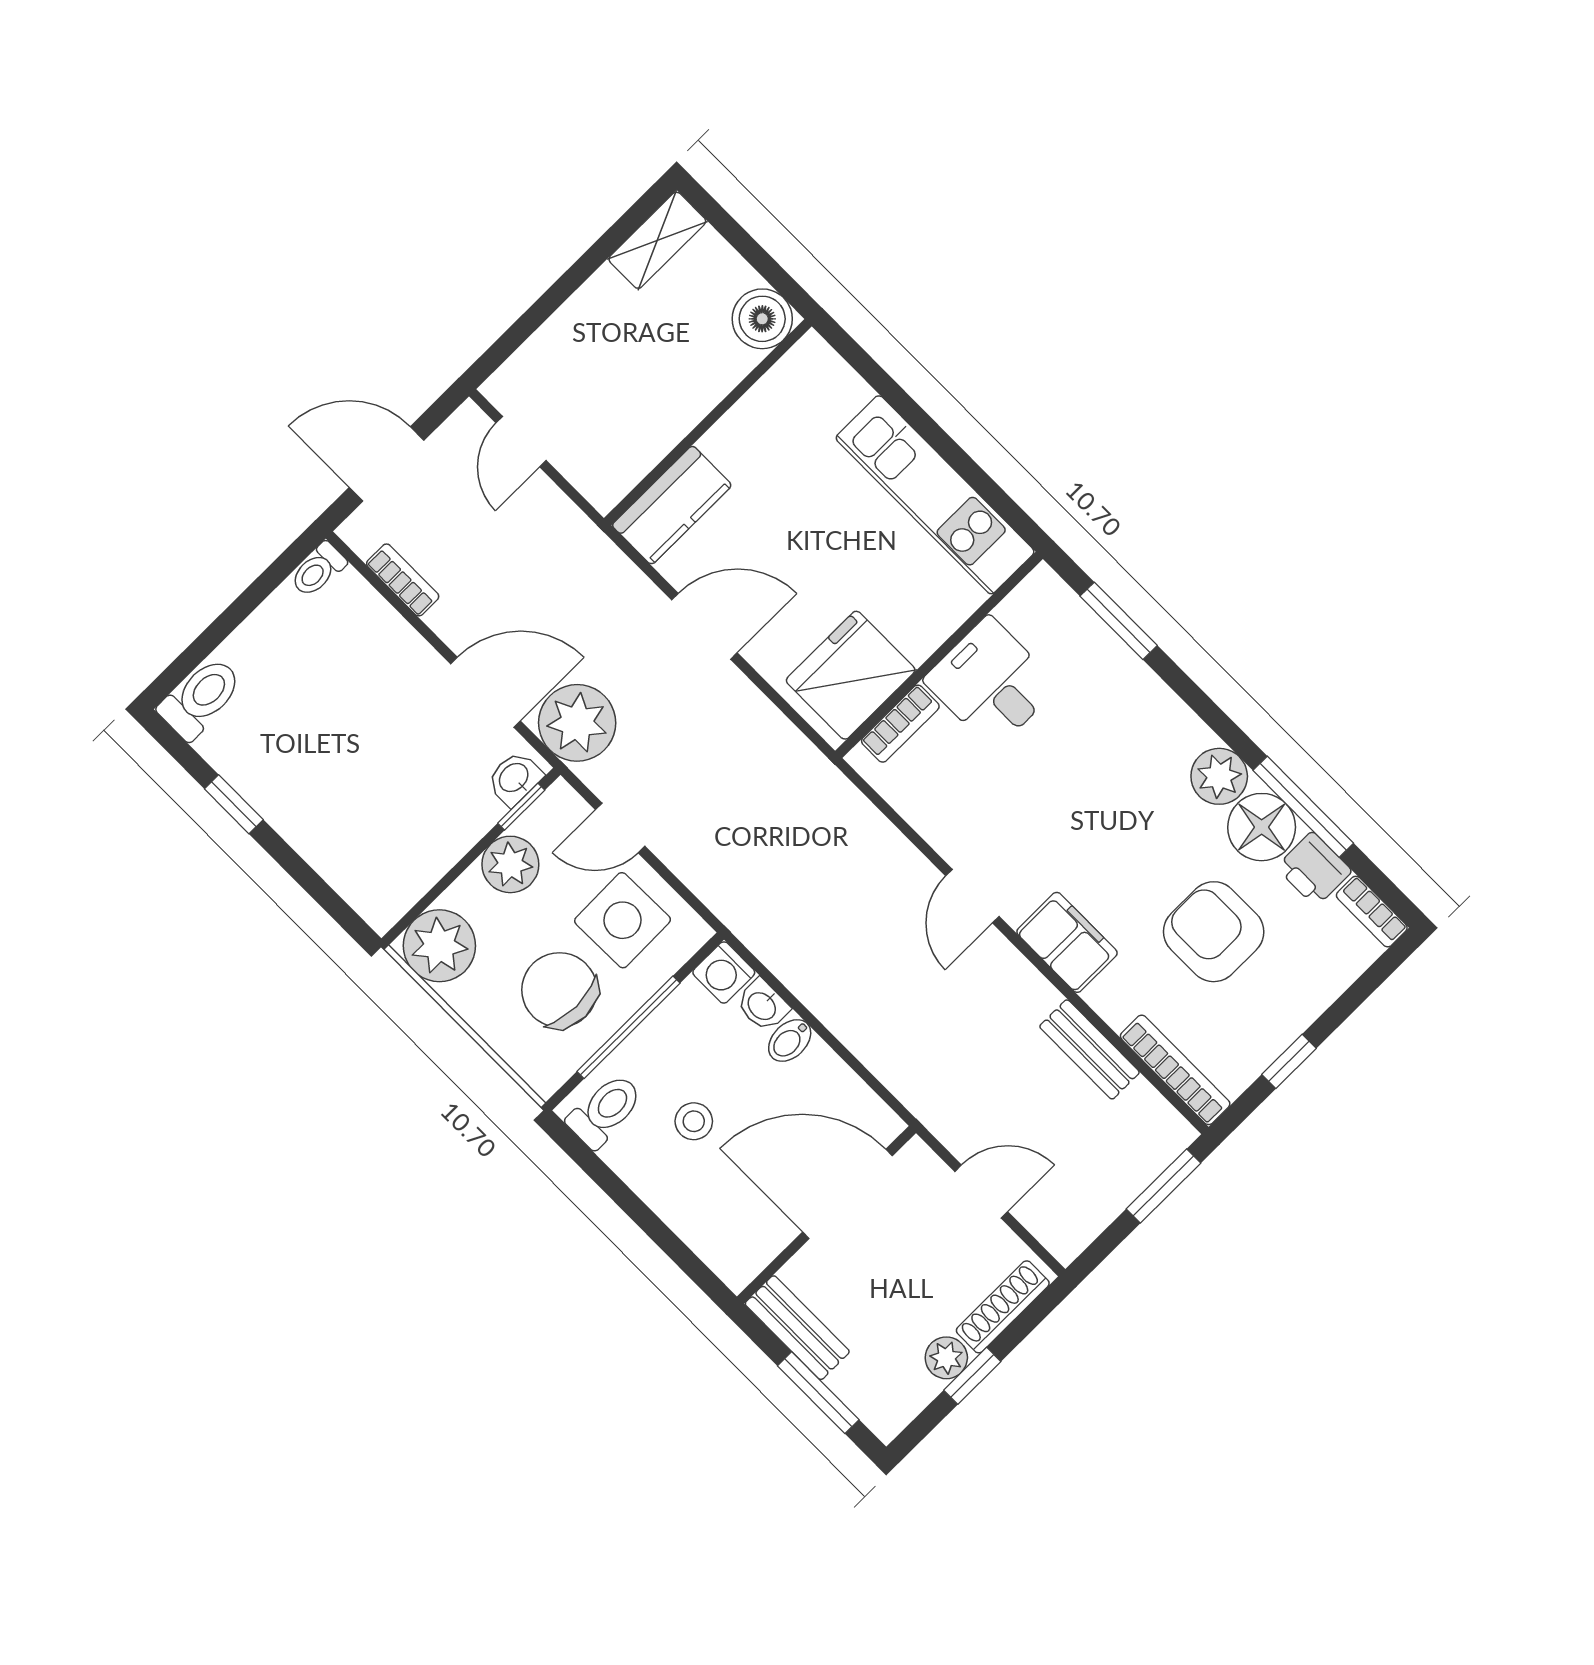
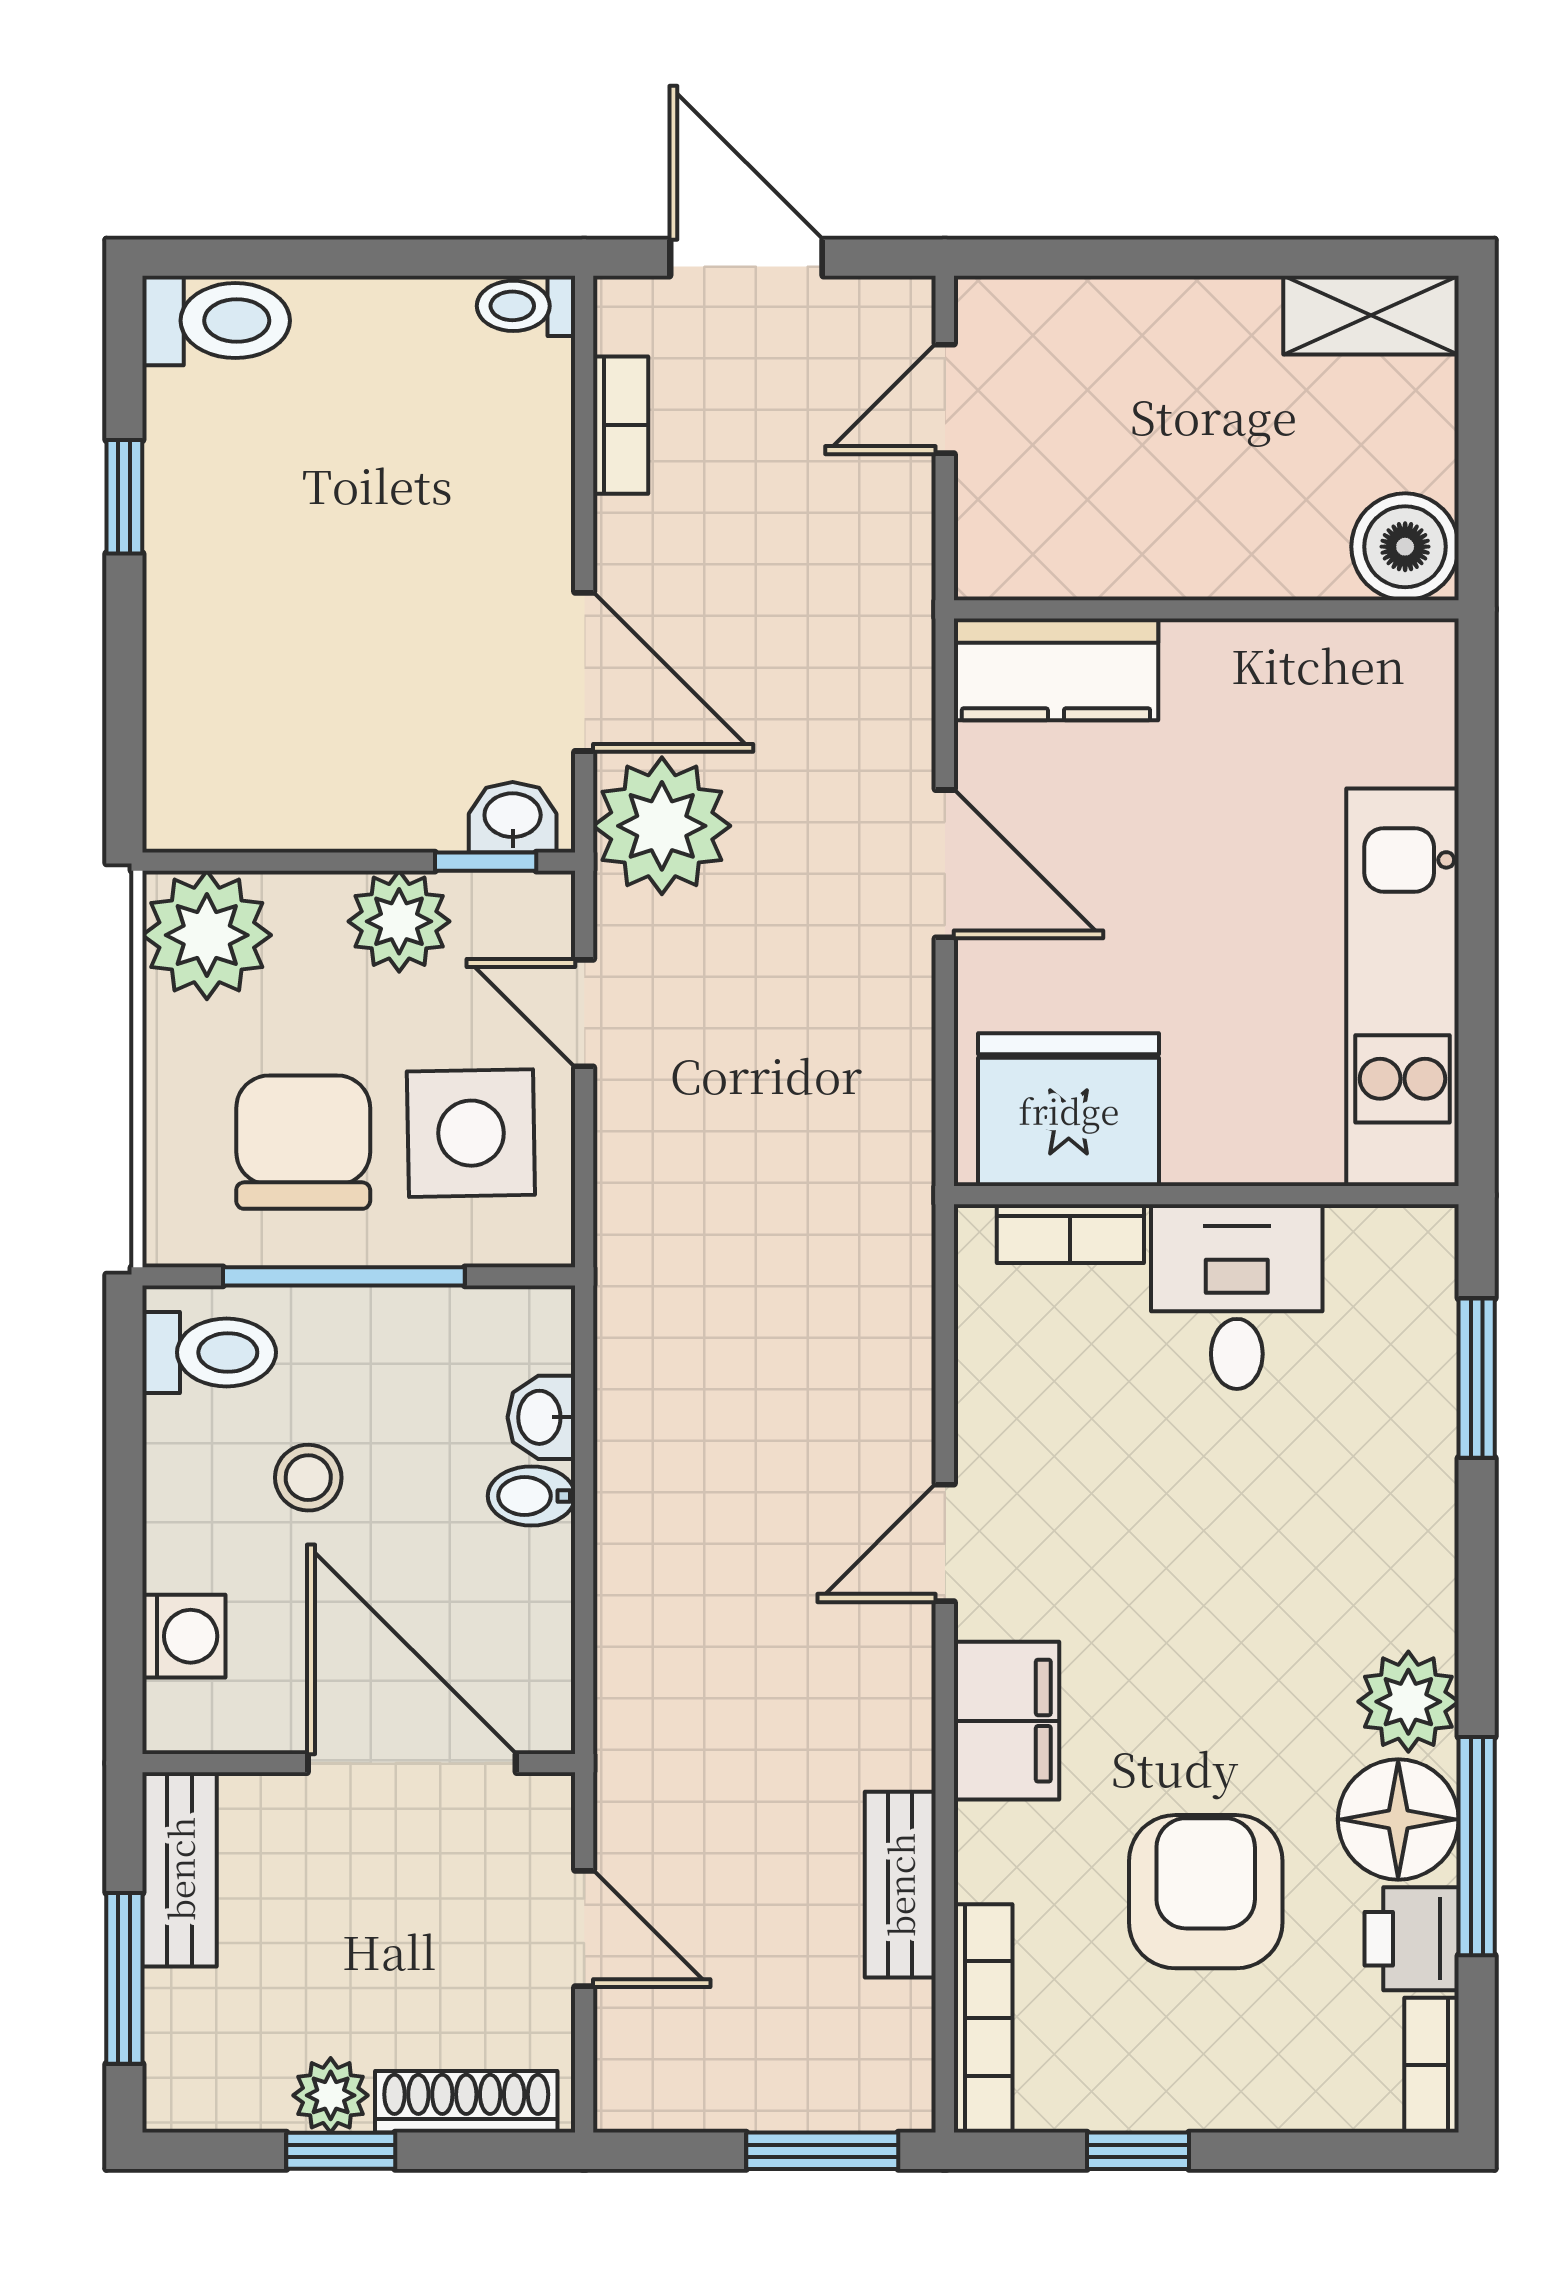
washing machine: (724, 972) -> (184, 1636), moved, turned 180

